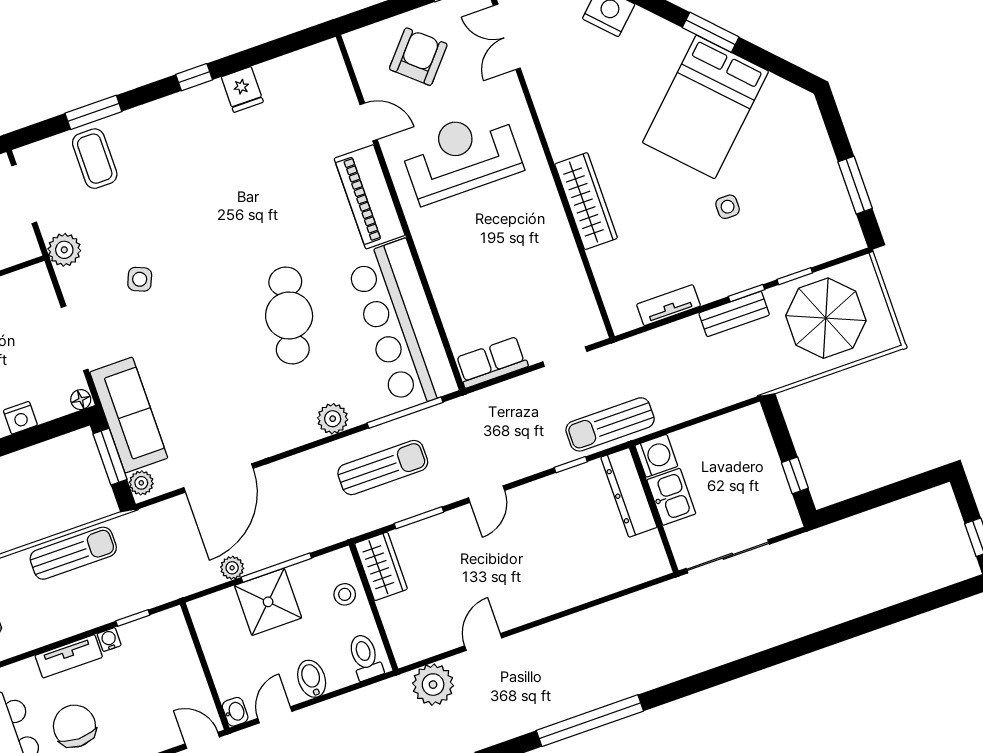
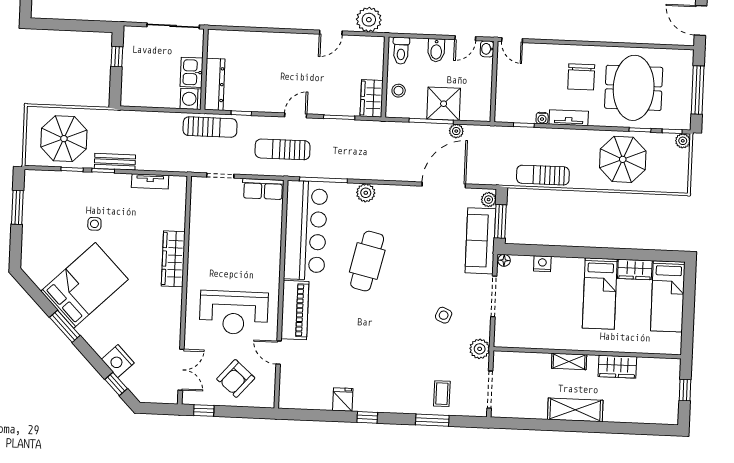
coffee table: (95, 159) -> (442, 394), width x0.73, depth x0.77
sun lounger: (383, 468) -> (283, 149), moved

